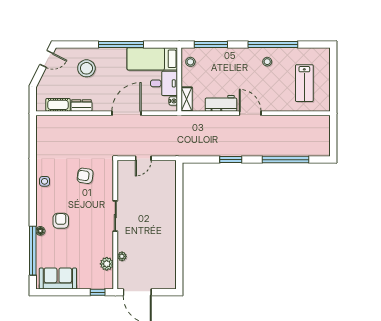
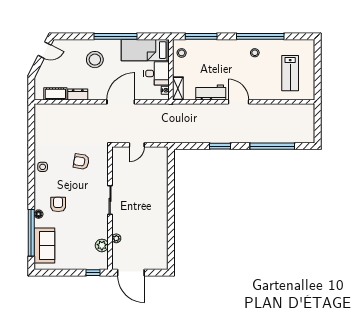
stool: (86, 68) -> (95, 60), moved
sofa: (58, 279) -> (44, 245), moved, turned 90

